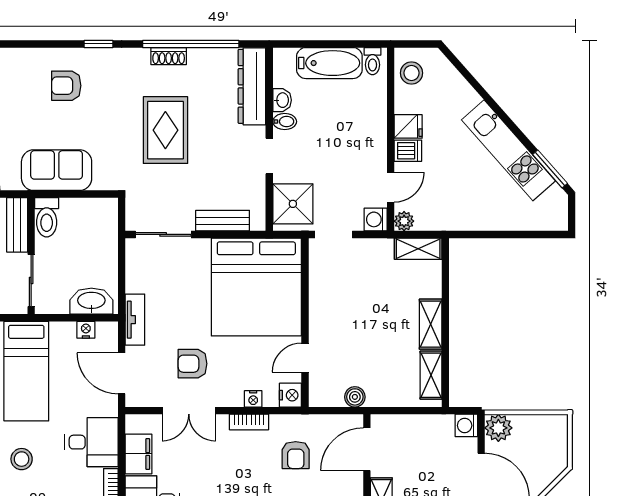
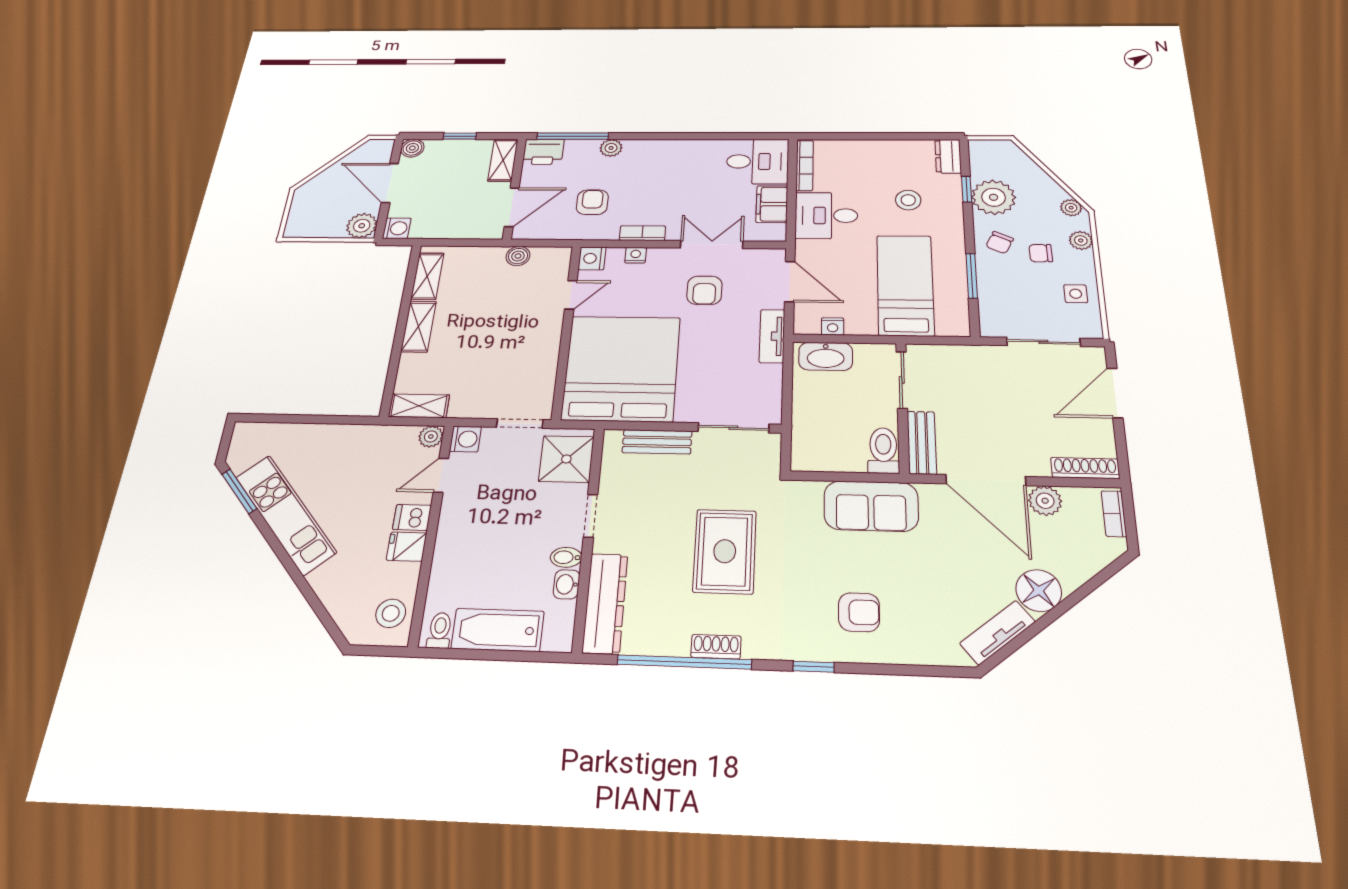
armchair: (193, 364) -> (704, 290), turned 90

